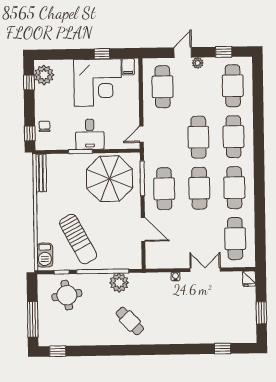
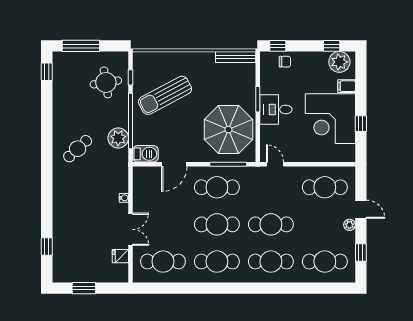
filing cabinet: (128, 67) -> (347, 86), moved
barbecue: (45, 255) -> (145, 154), moved, turned 180
fridge: (249, 279) -> (120, 256), moved

